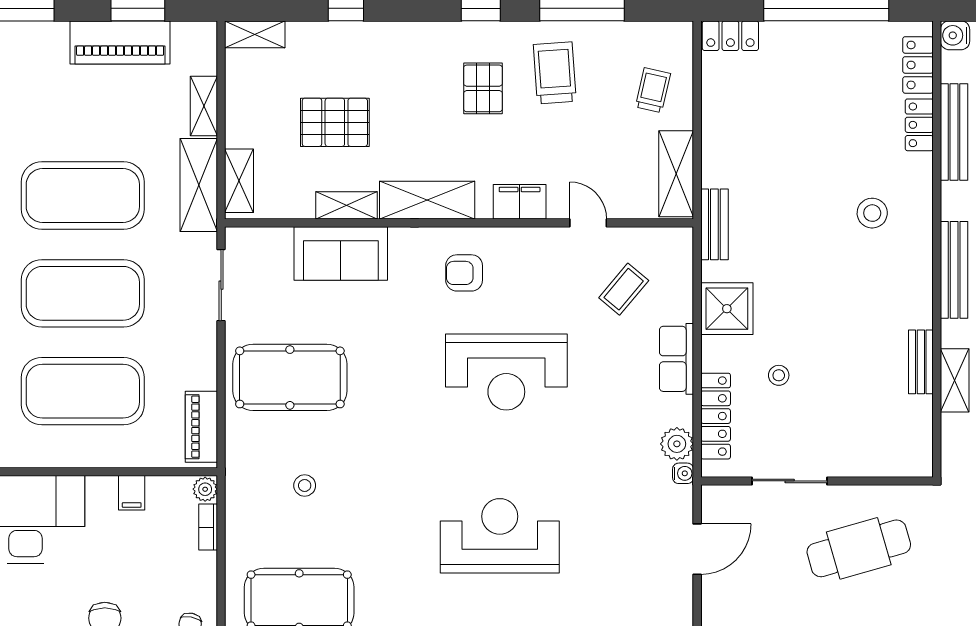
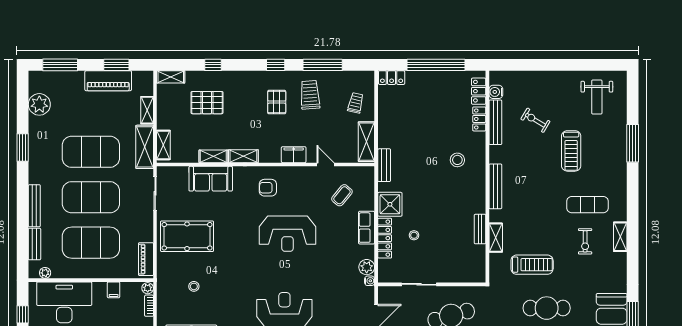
water cooler: (955, 35) -> (496, 92), moved
pallet: (335, 122) -> (207, 103), moved
shelving: (427, 200) -> (243, 156), width x0.67, depth x0.75
locker: (716, 416) -> (385, 238), moved

